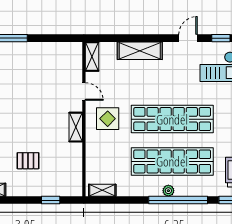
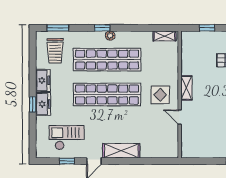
shelving: (140, 51) -> (121, 151), moved
shelving: (92, 57) -> (173, 146), removed
window: (178, 200) -> (102, 28), width x0.32

